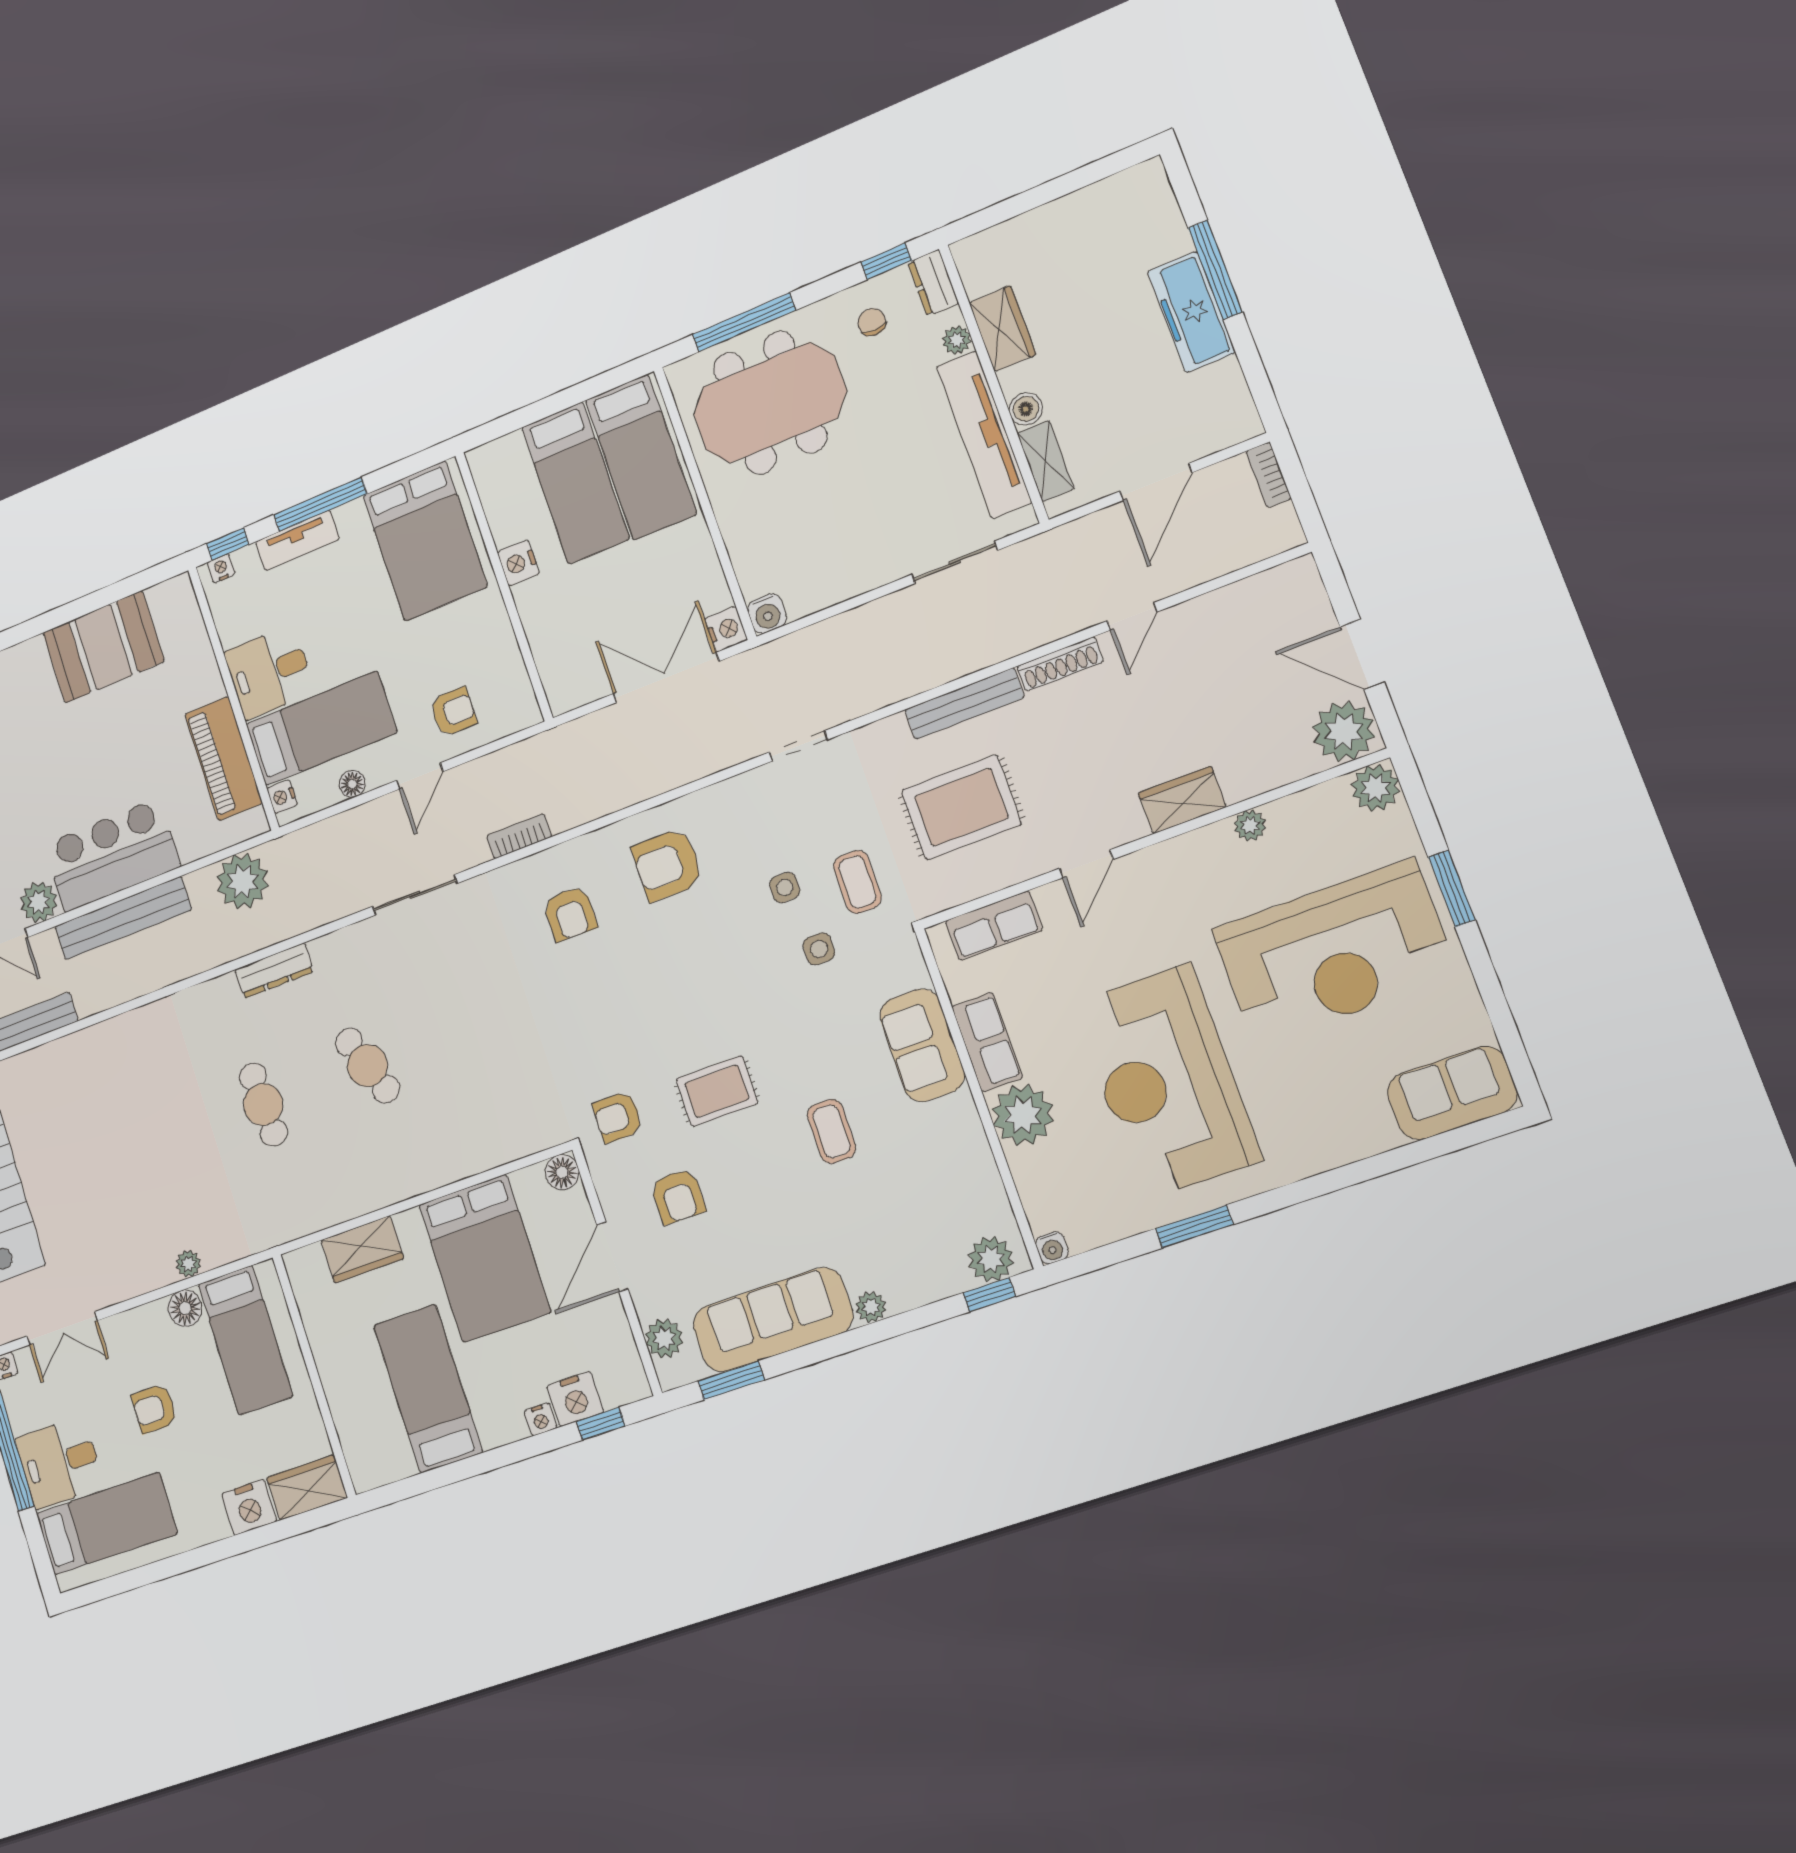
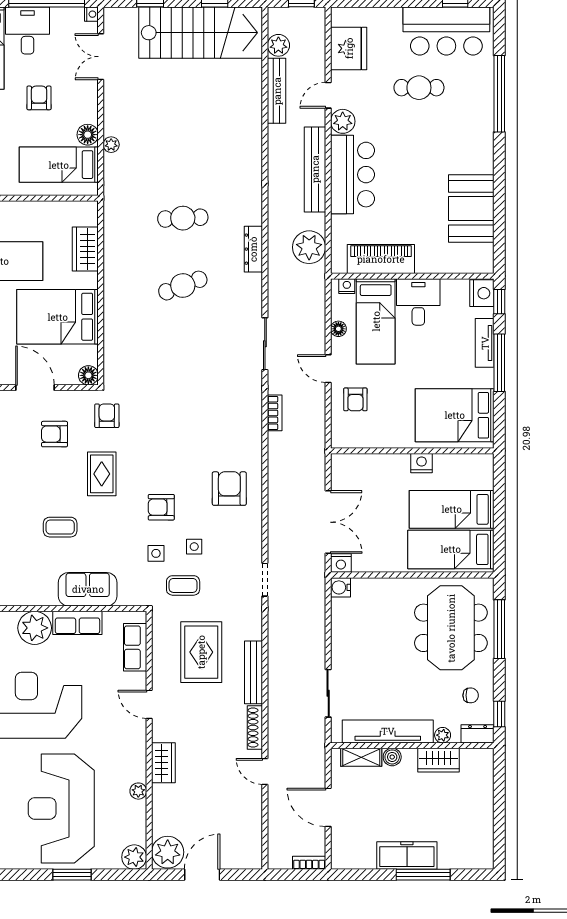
nightstand: (221, 568) -> (482, 293), width x1.89, depth x1.79
armchair: (570, 914) -> (161, 507), moved

